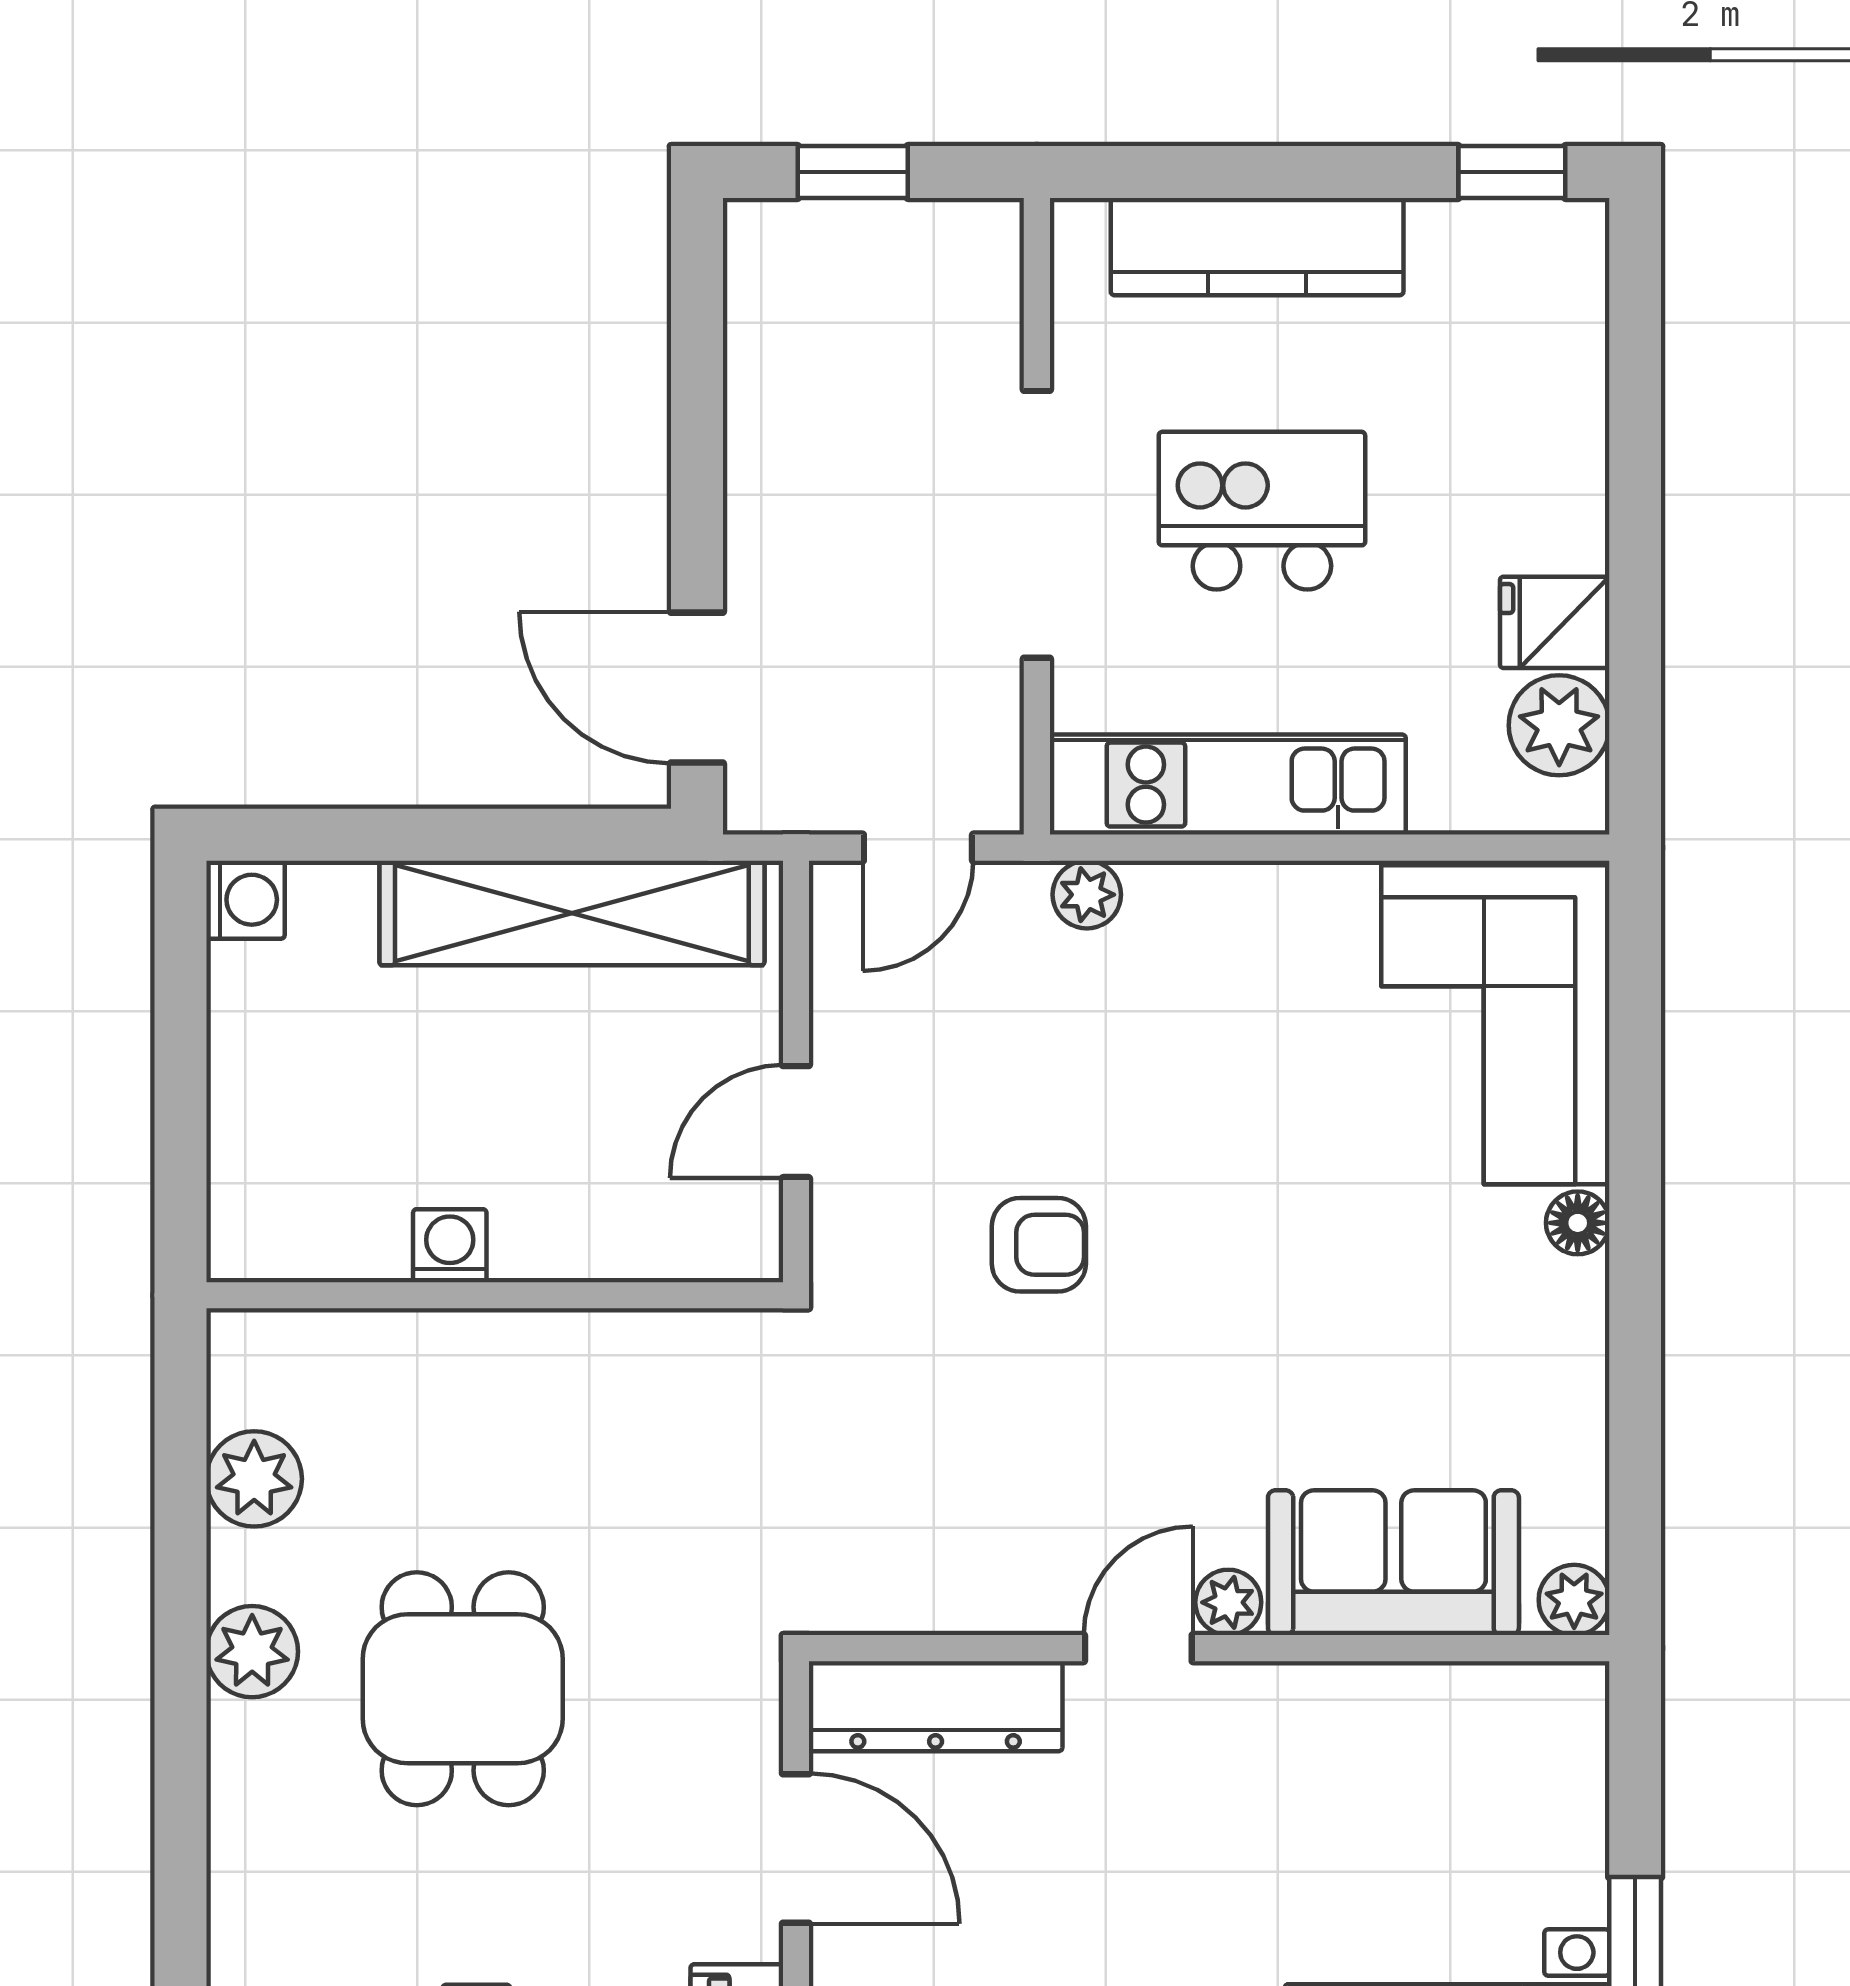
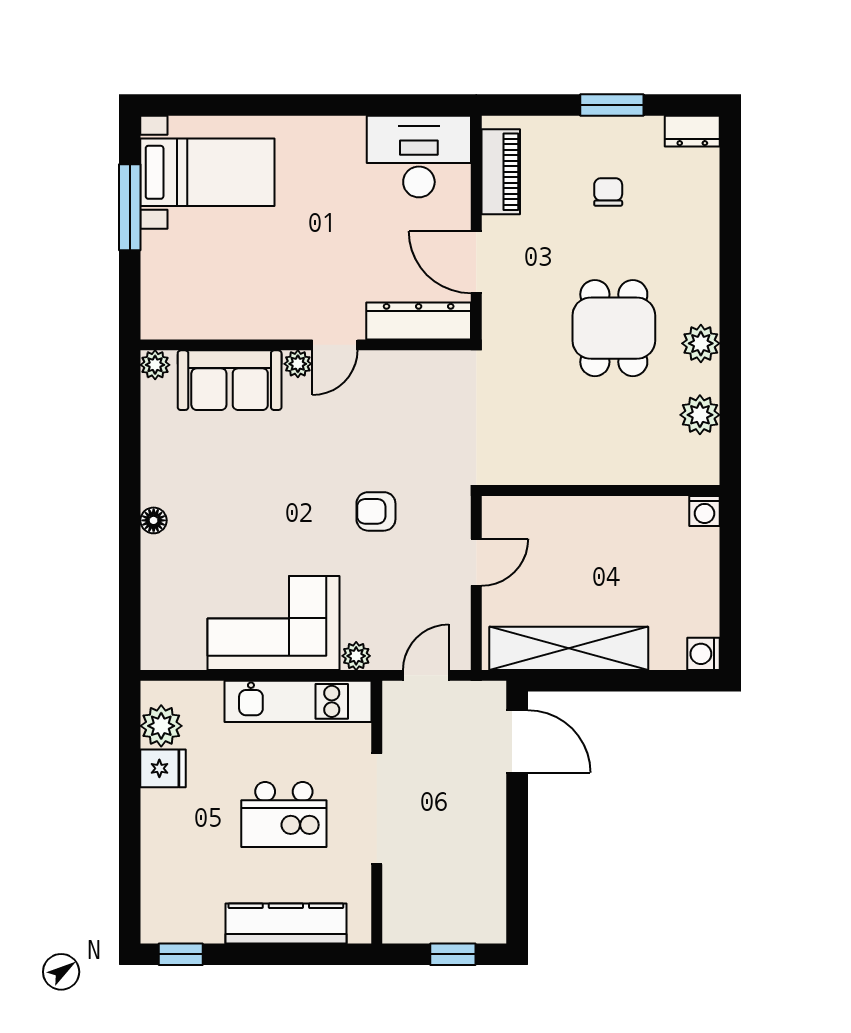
corner sofa: (1495, 1025) -> (273, 623), moved, turned -90
washing machine: (450, 1246) -> (705, 511), moved

